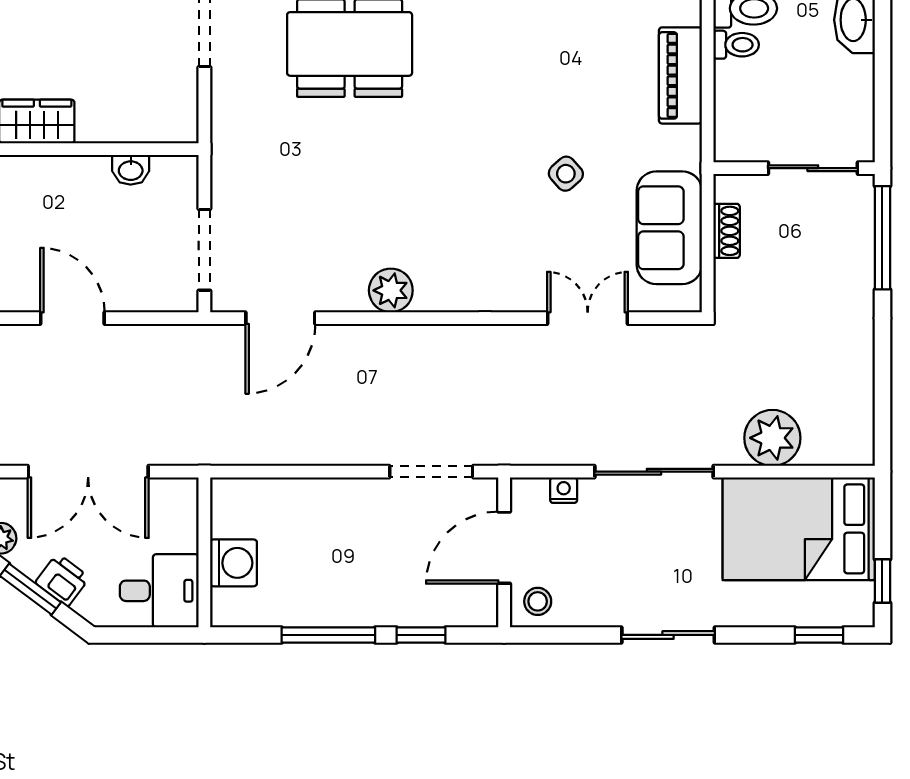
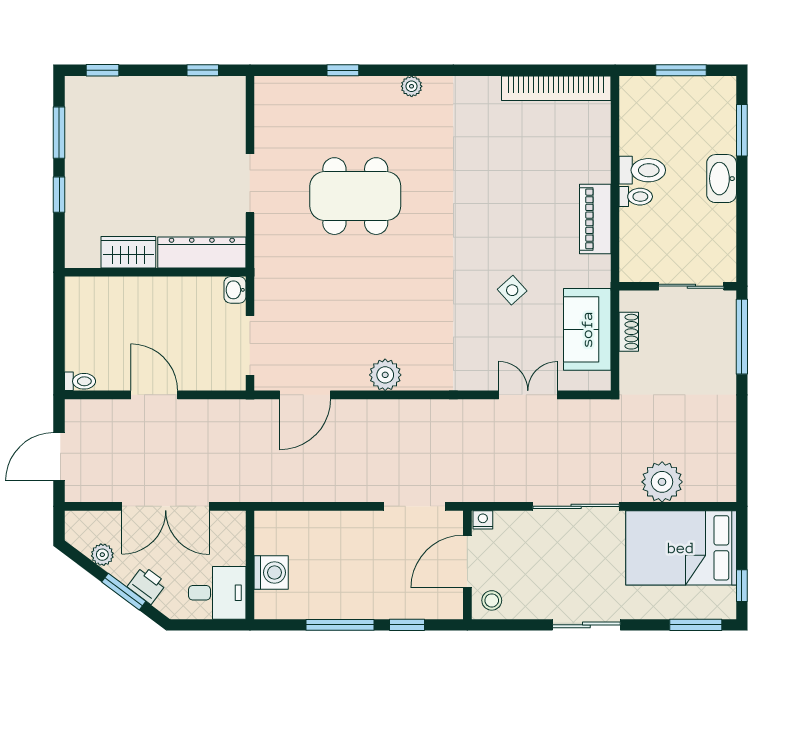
dresser: (138, 122) -> (202, 252), added
washbasin: (131, 170) -> (235, 290), moved, turned 90
nightstand: (564, 490) -> (483, 520), moved
window: (819, 635) -> (696, 625), width x1.50

